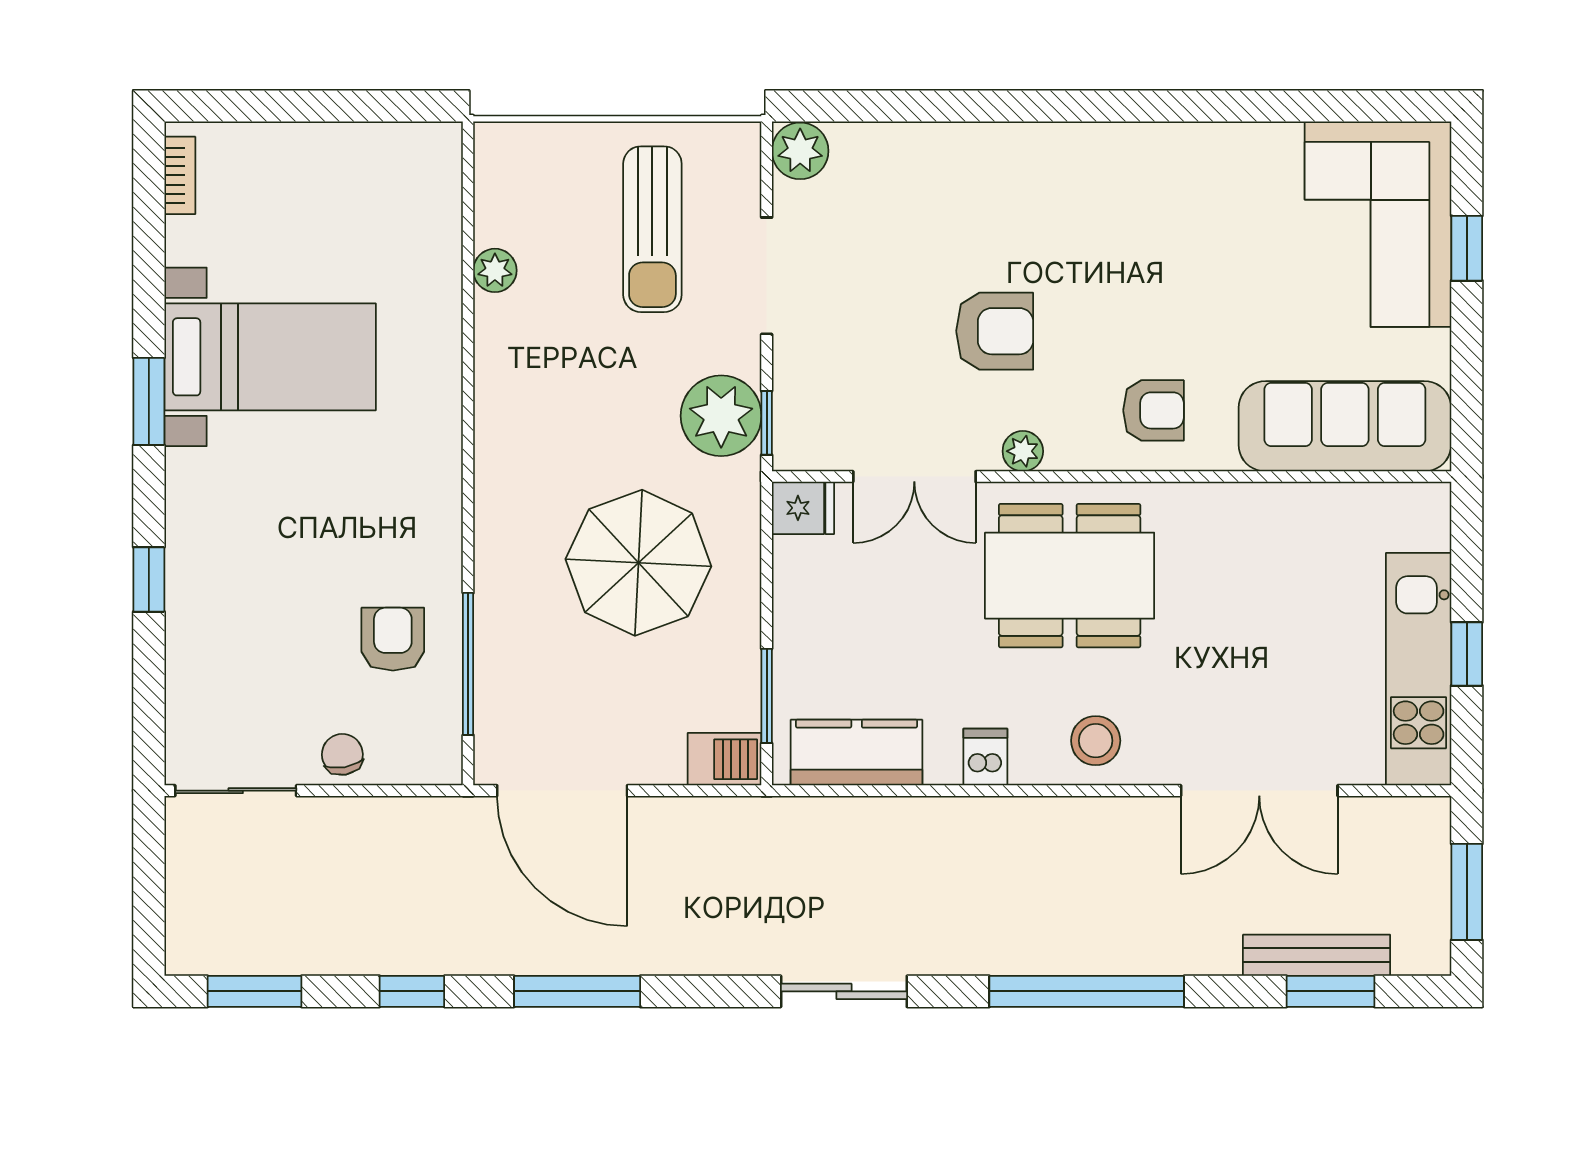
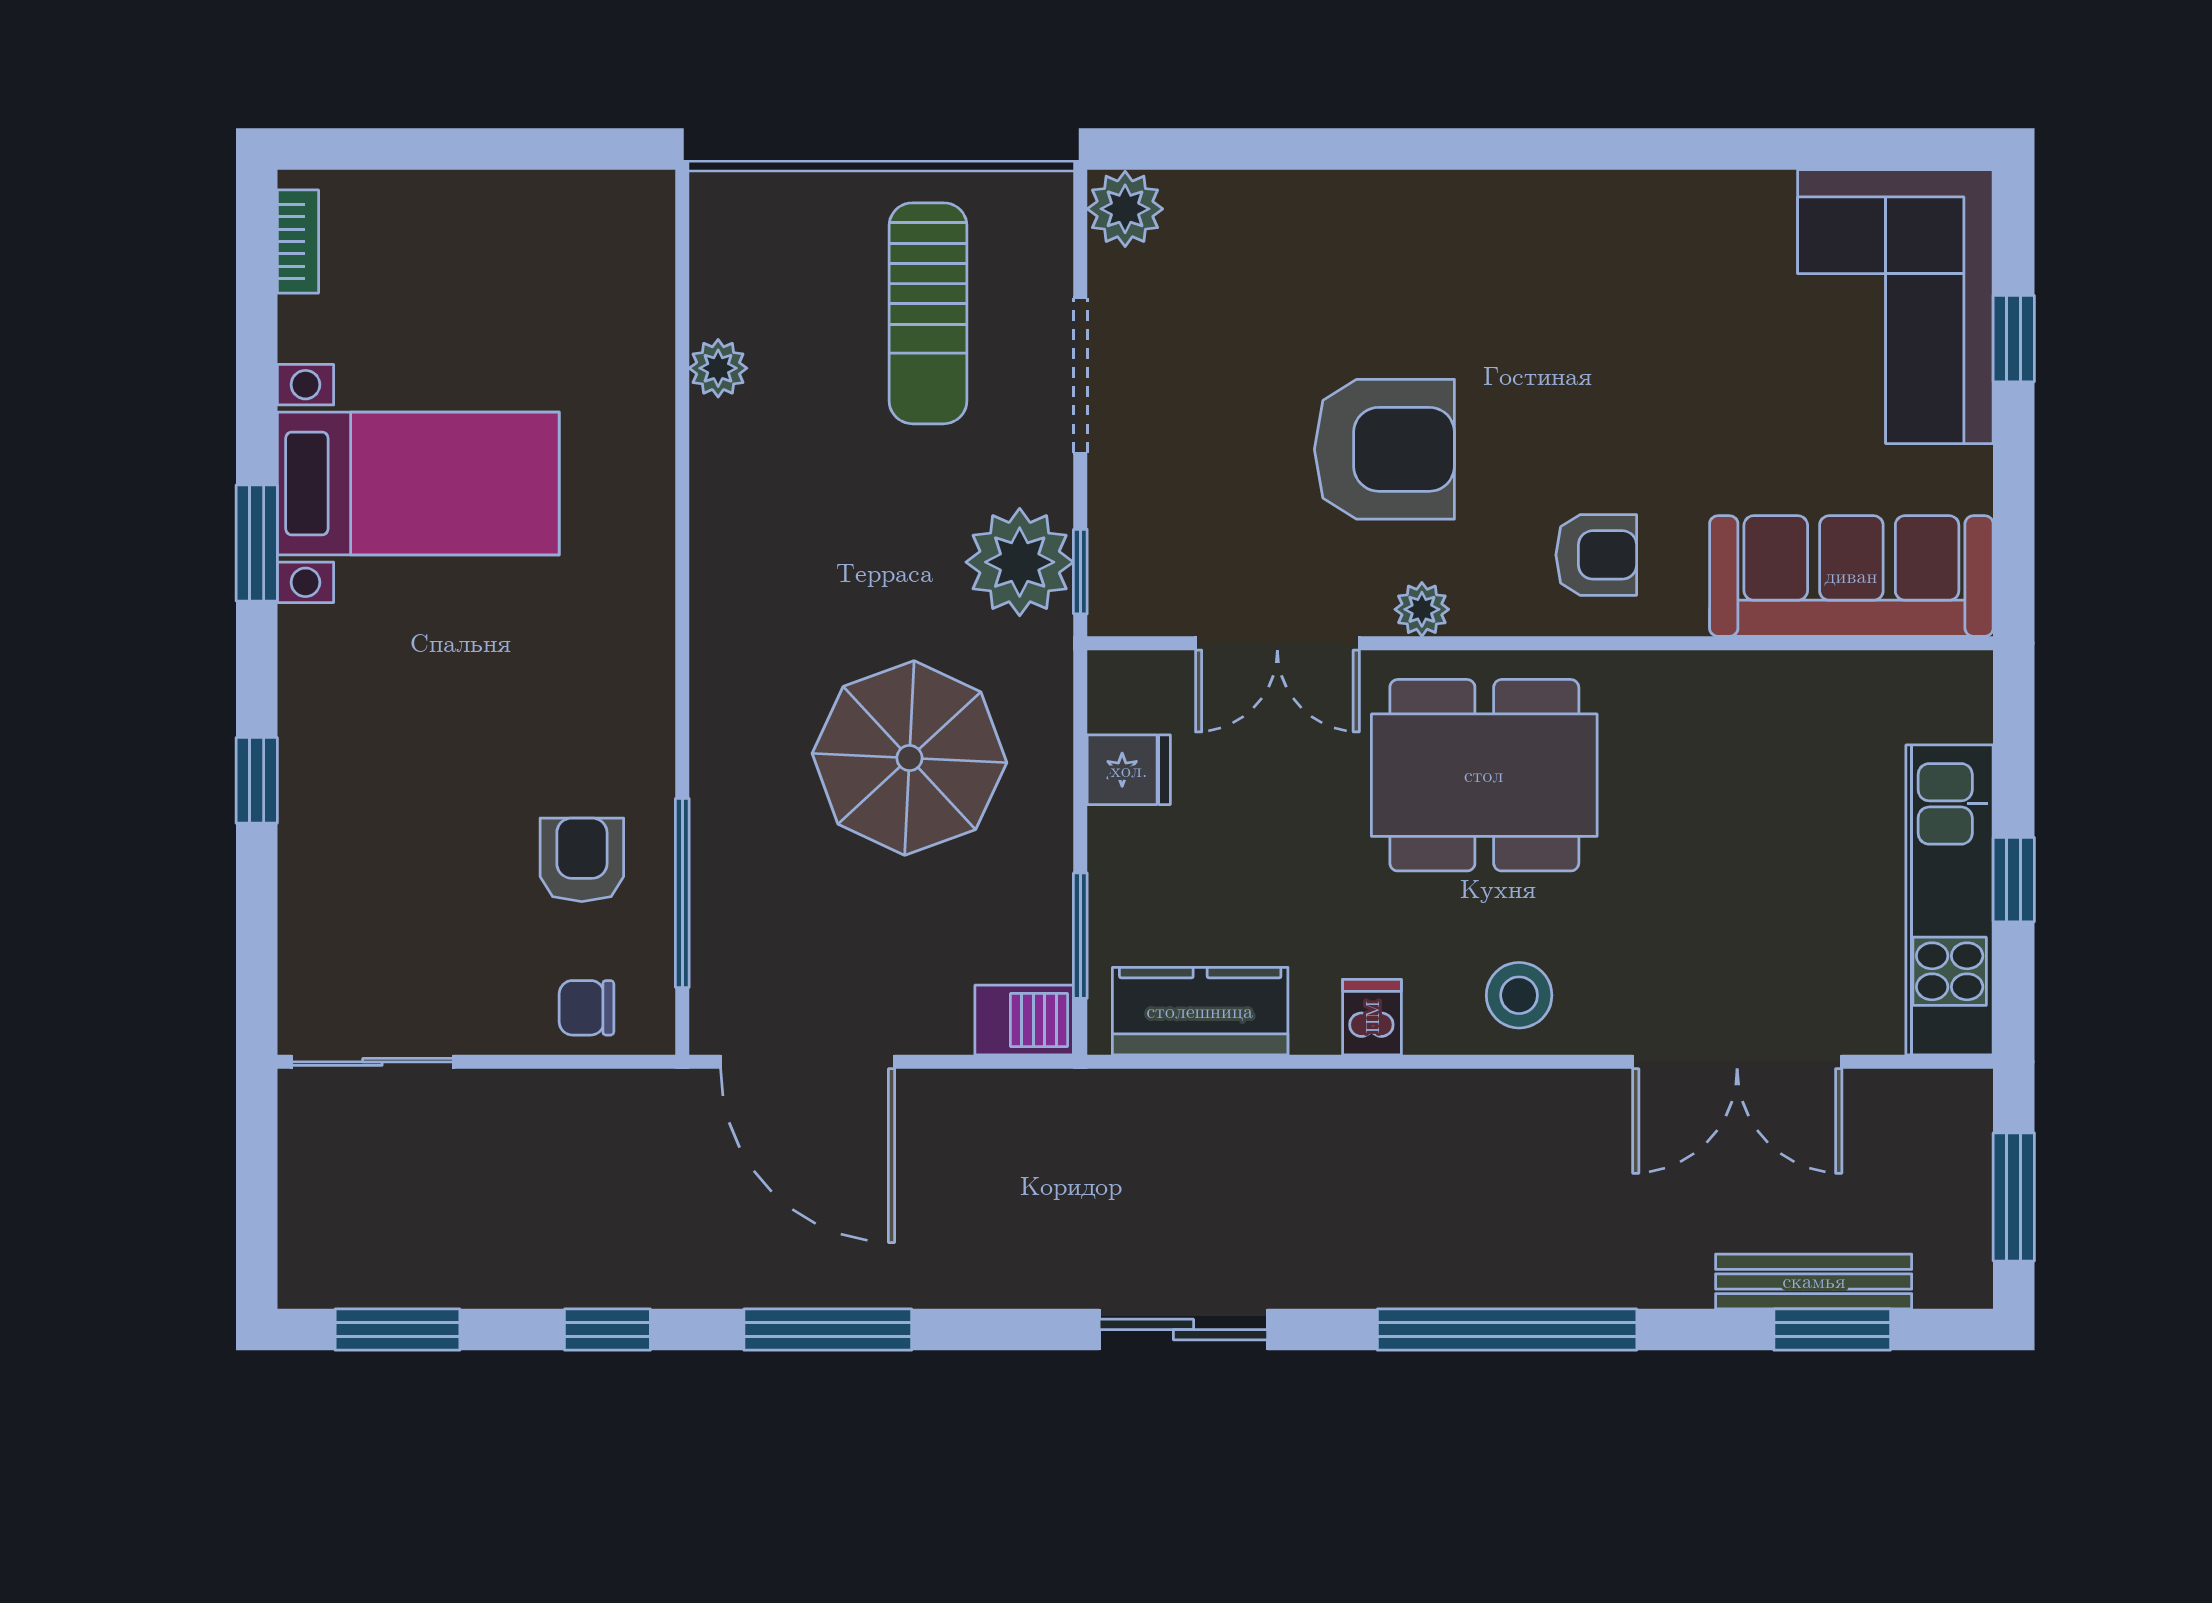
armchair: (995, 331) -> (1384, 449), width x1.36, depth x1.36
fridge: (803, 508) -> (1129, 770), moved
chair: (342, 754) -> (586, 1008), moved, turned -80

